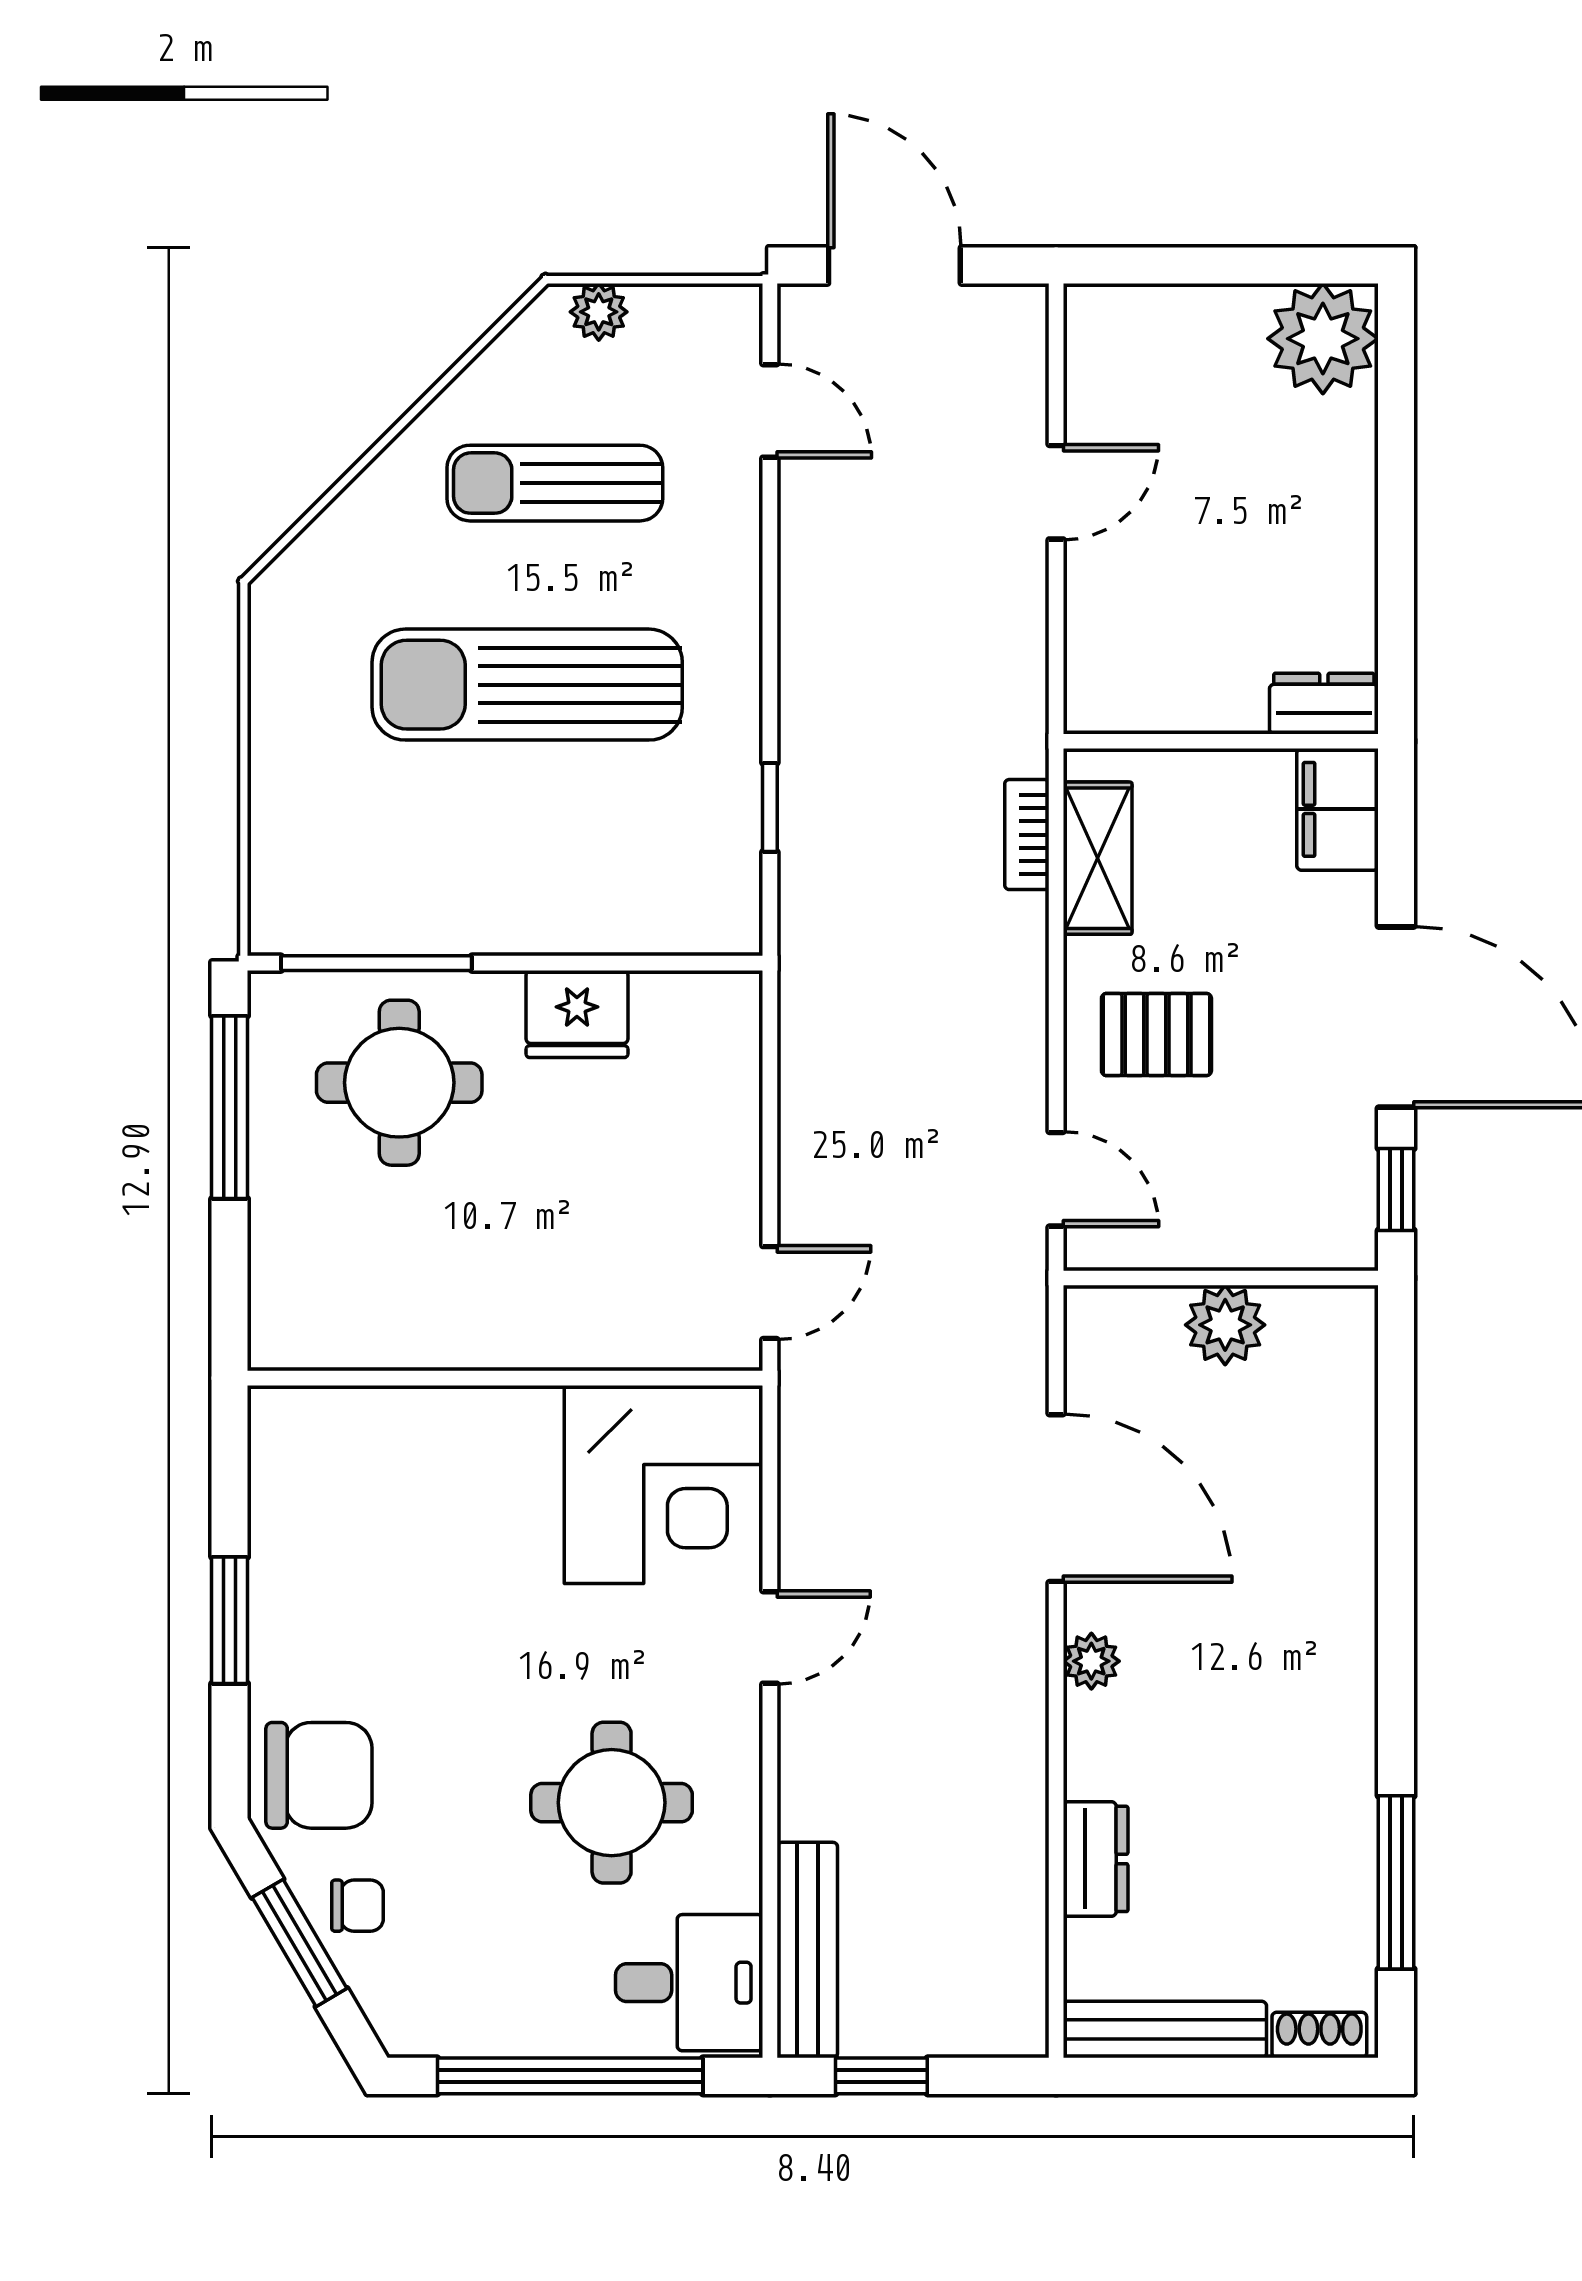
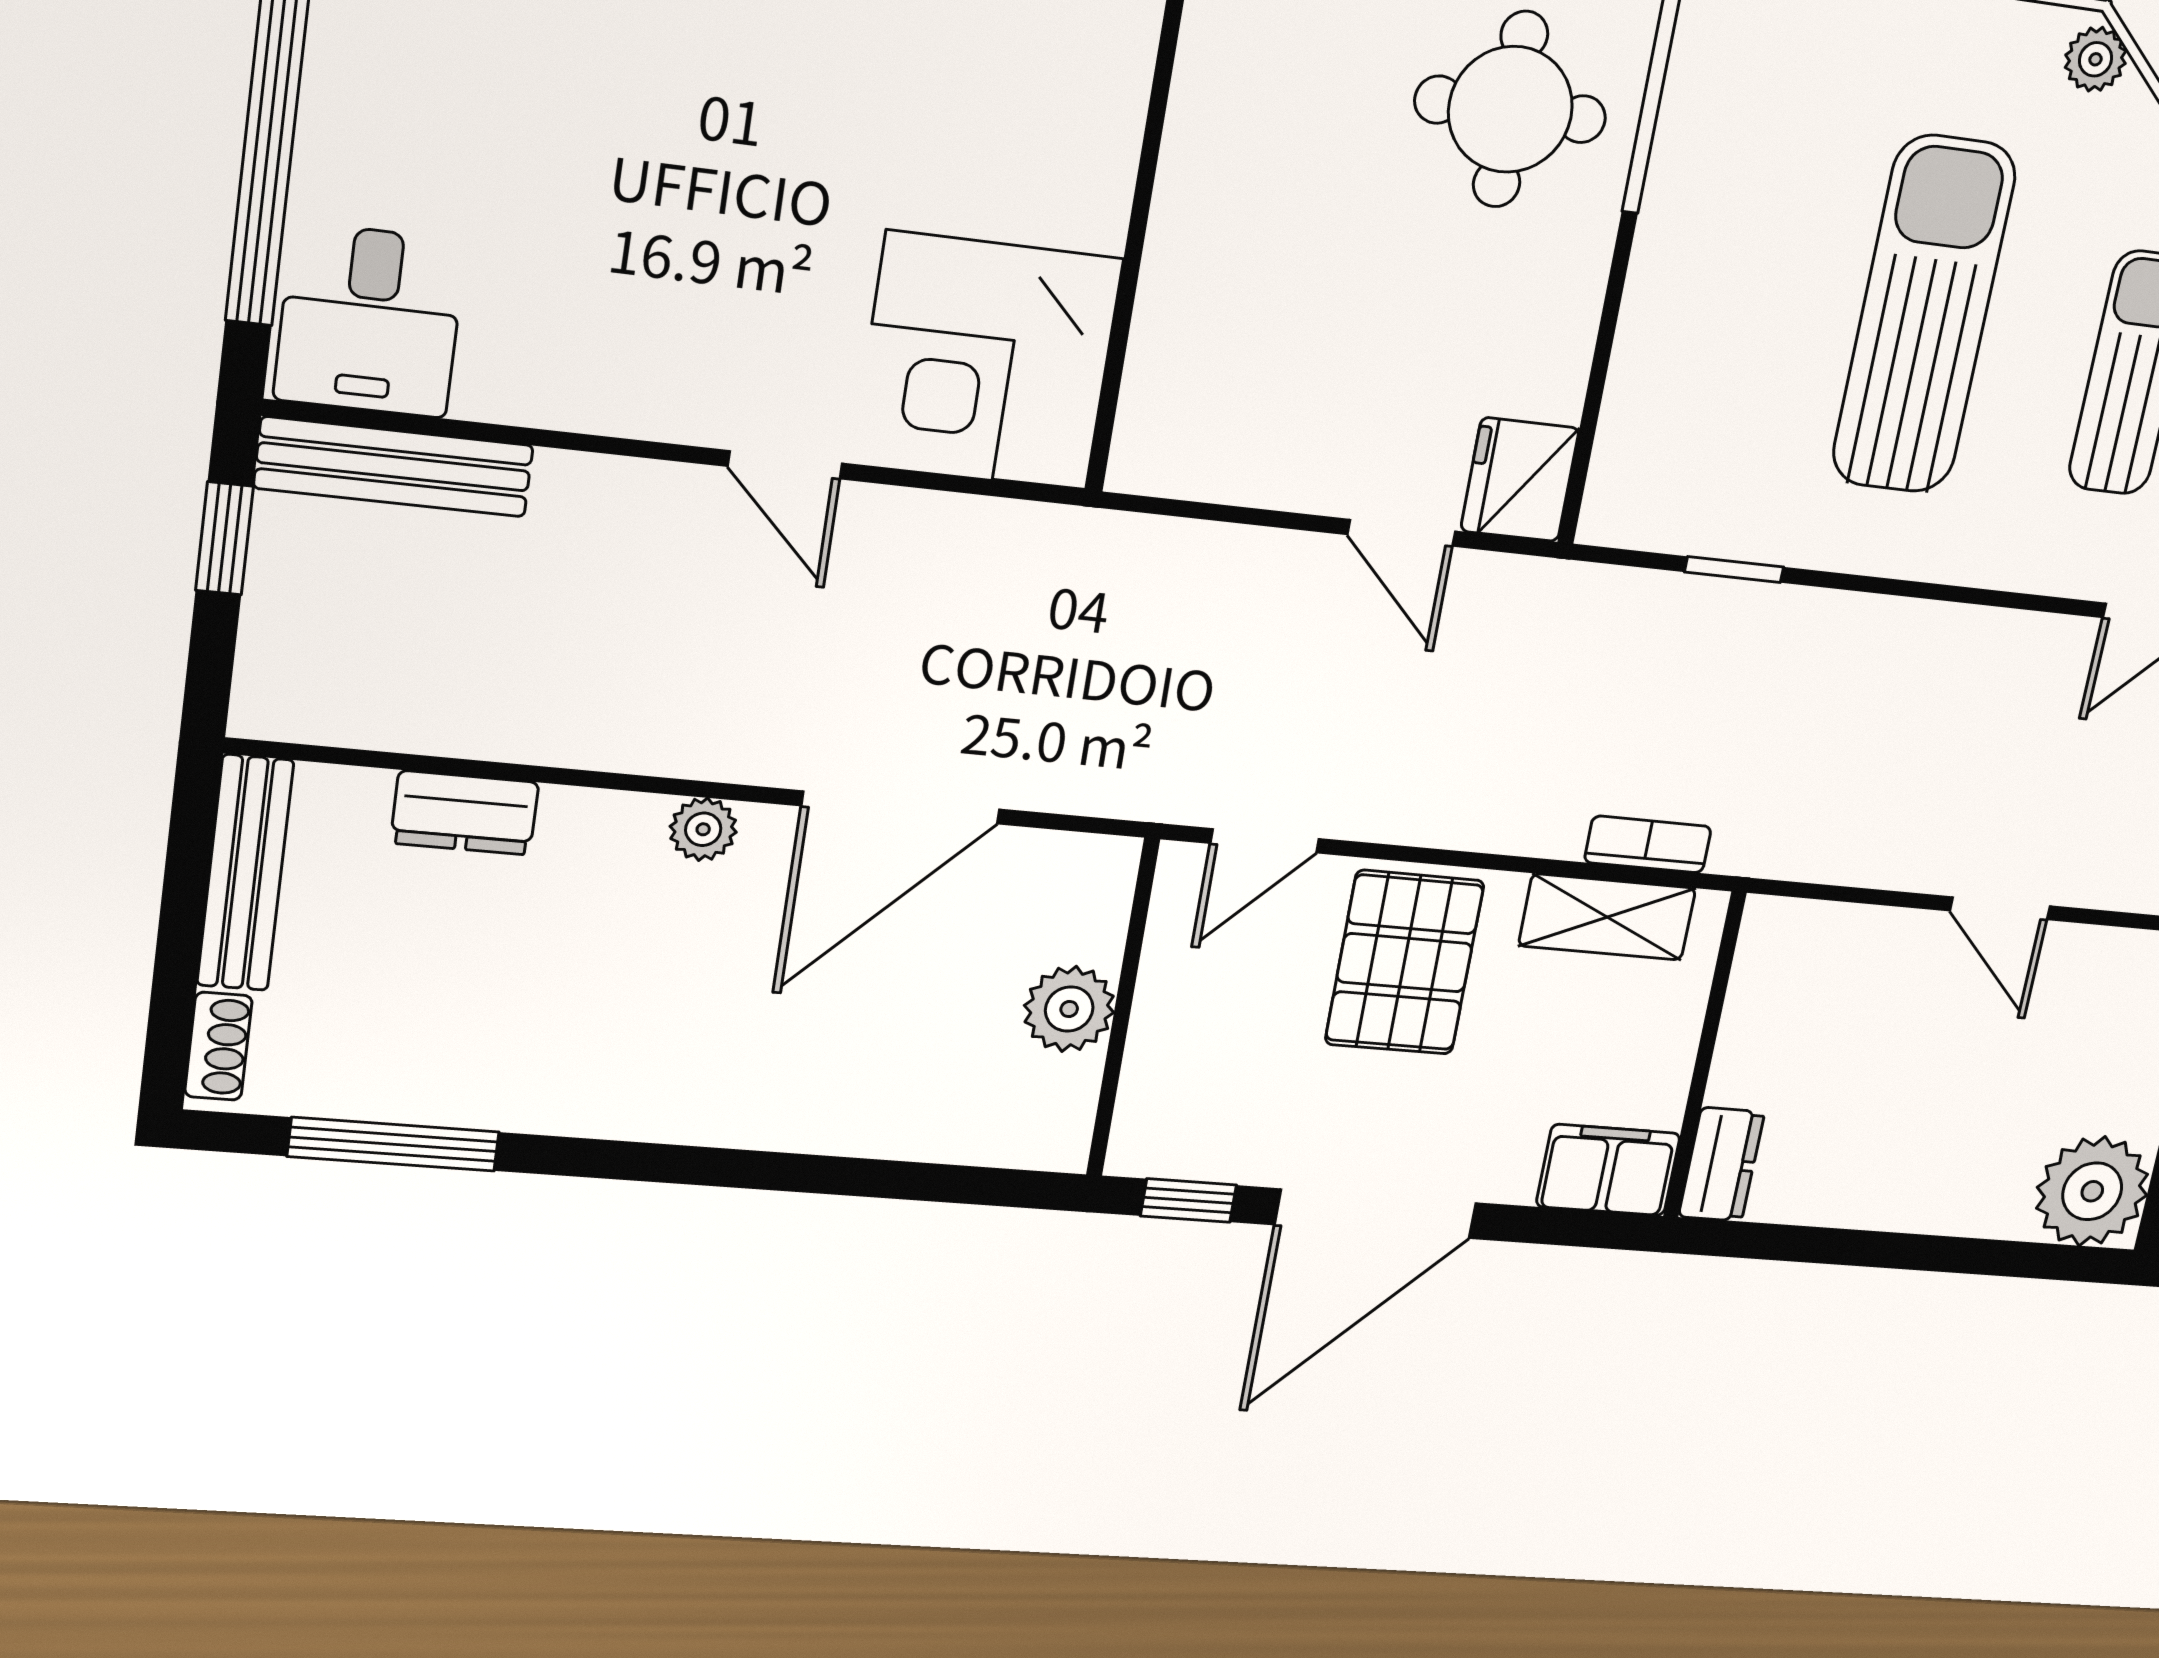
plant: (290, 580) -> (2096, 59), added
fridge: (577, 1014) -> (1520, 480), moved
pallet: (1156, 1035) -> (1404, 963), width x1.50, depth x1.42
door: (770, 1293) -> (1401, 533), moved
round table: (612, 1803) -> (608, 253), removed

